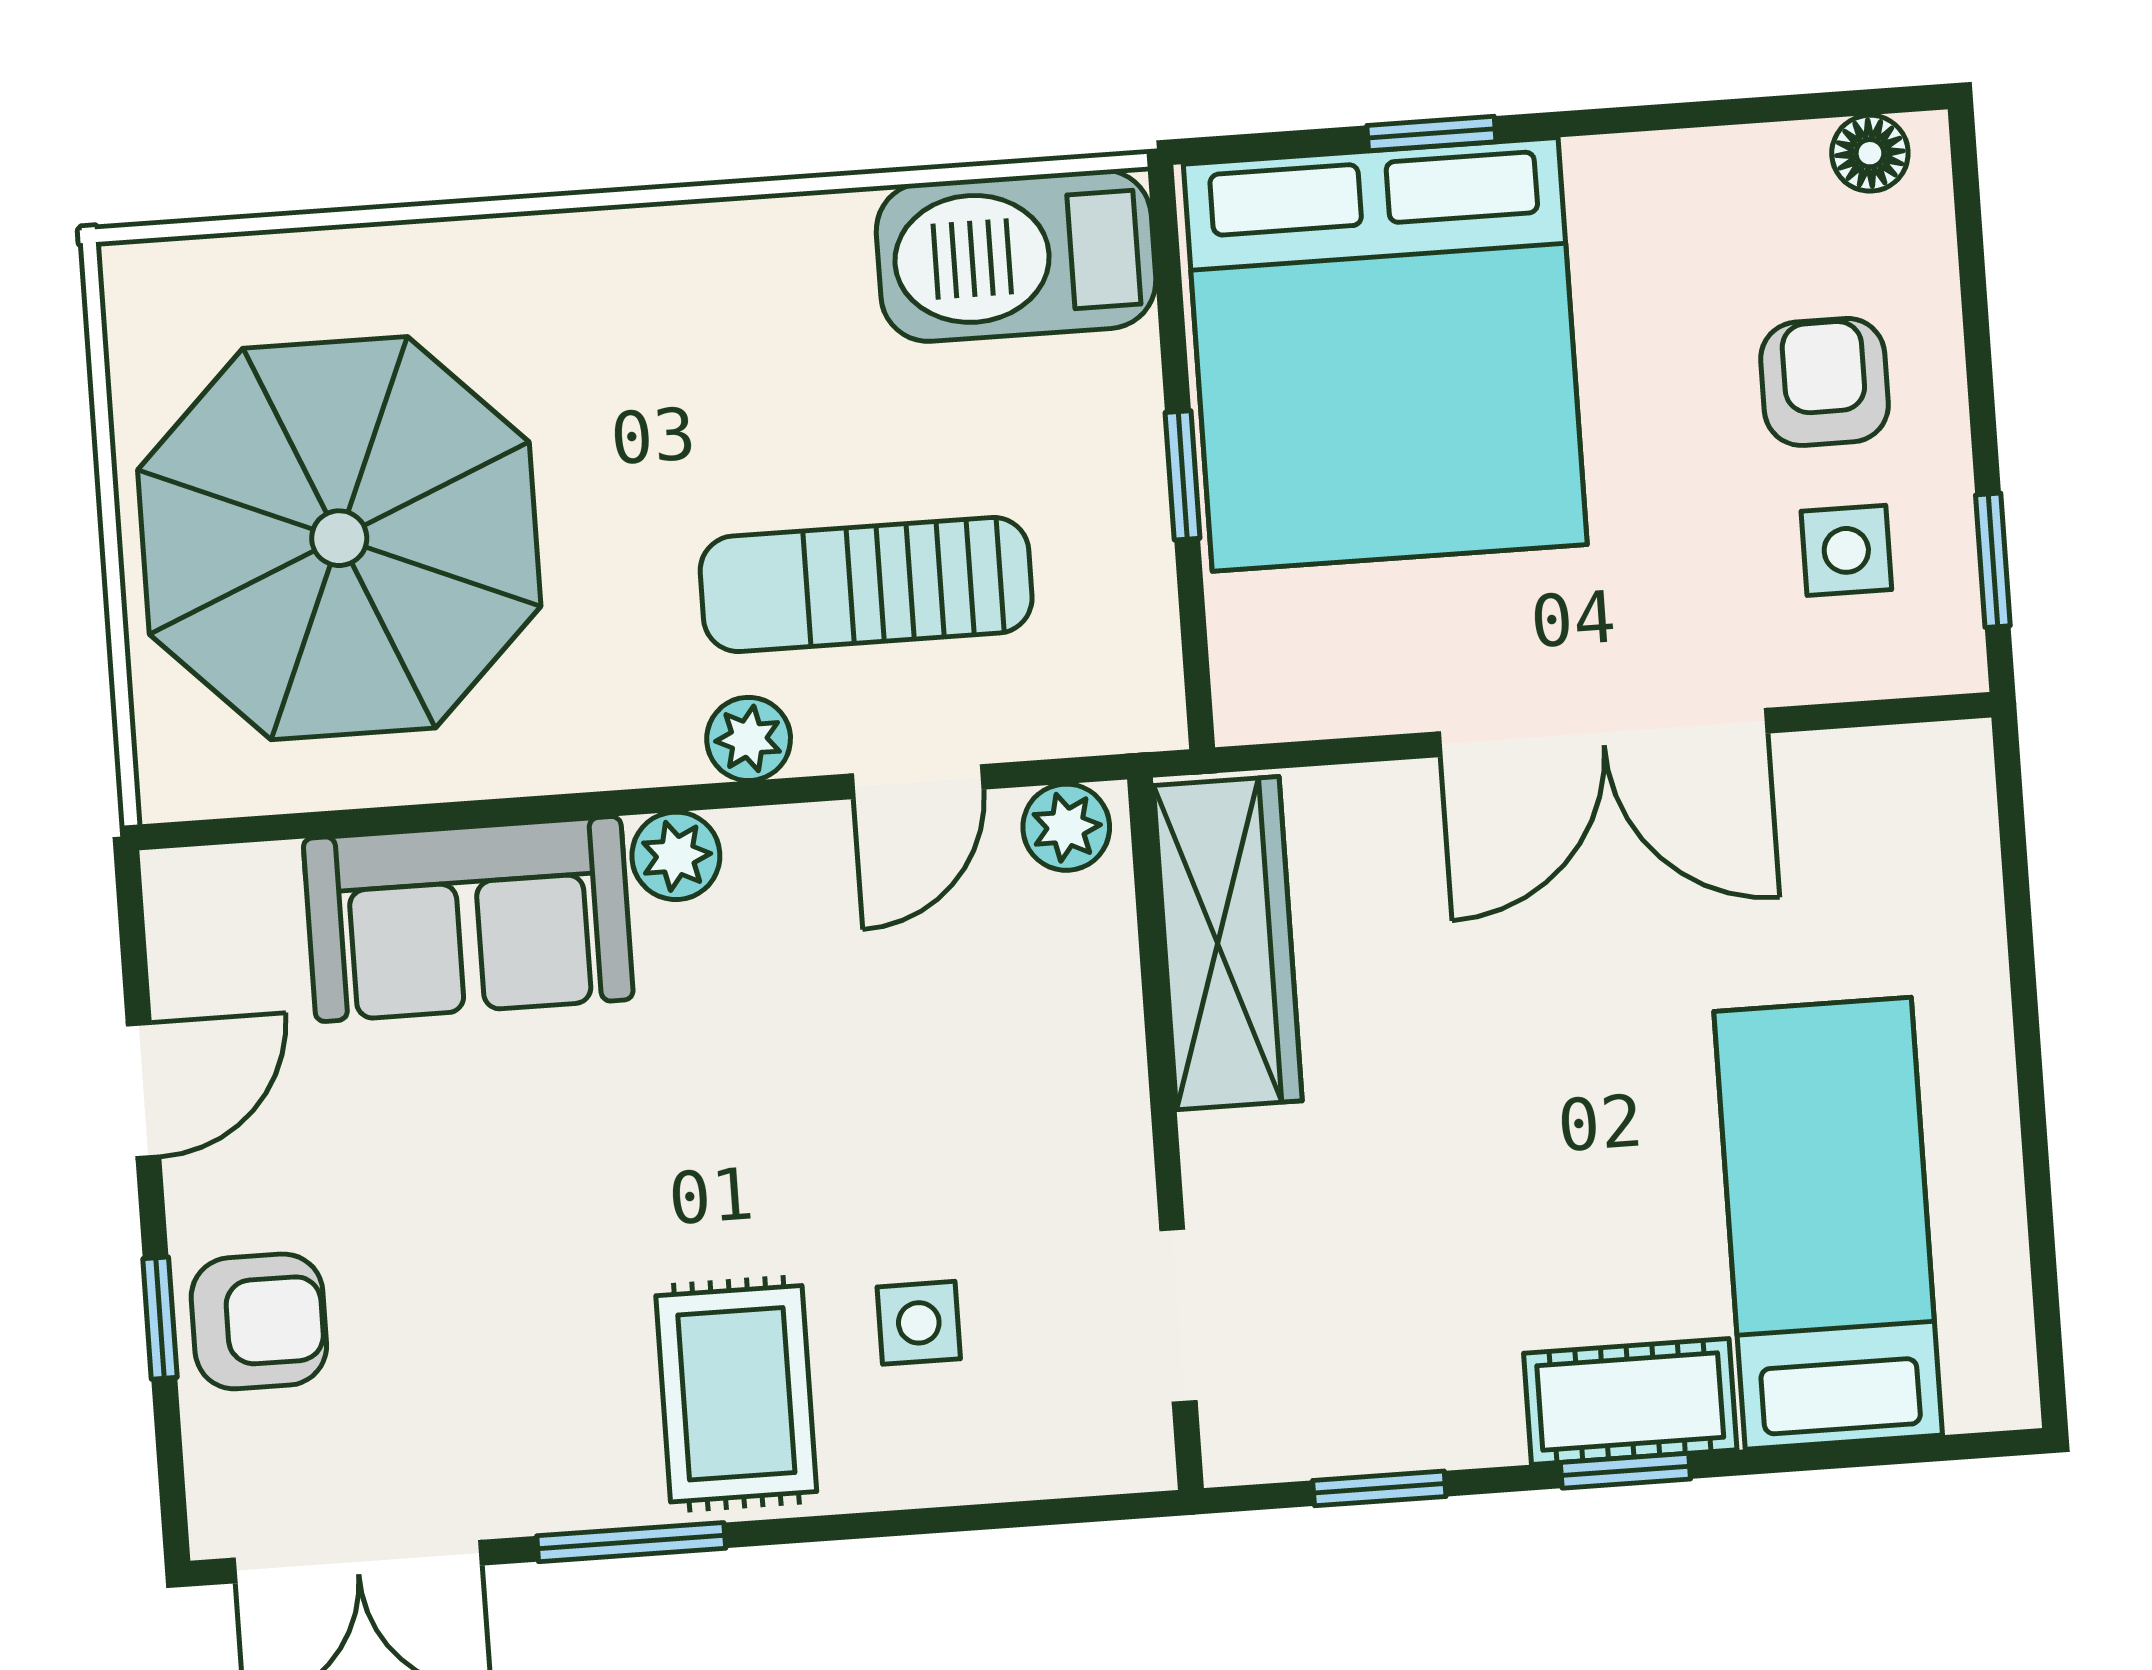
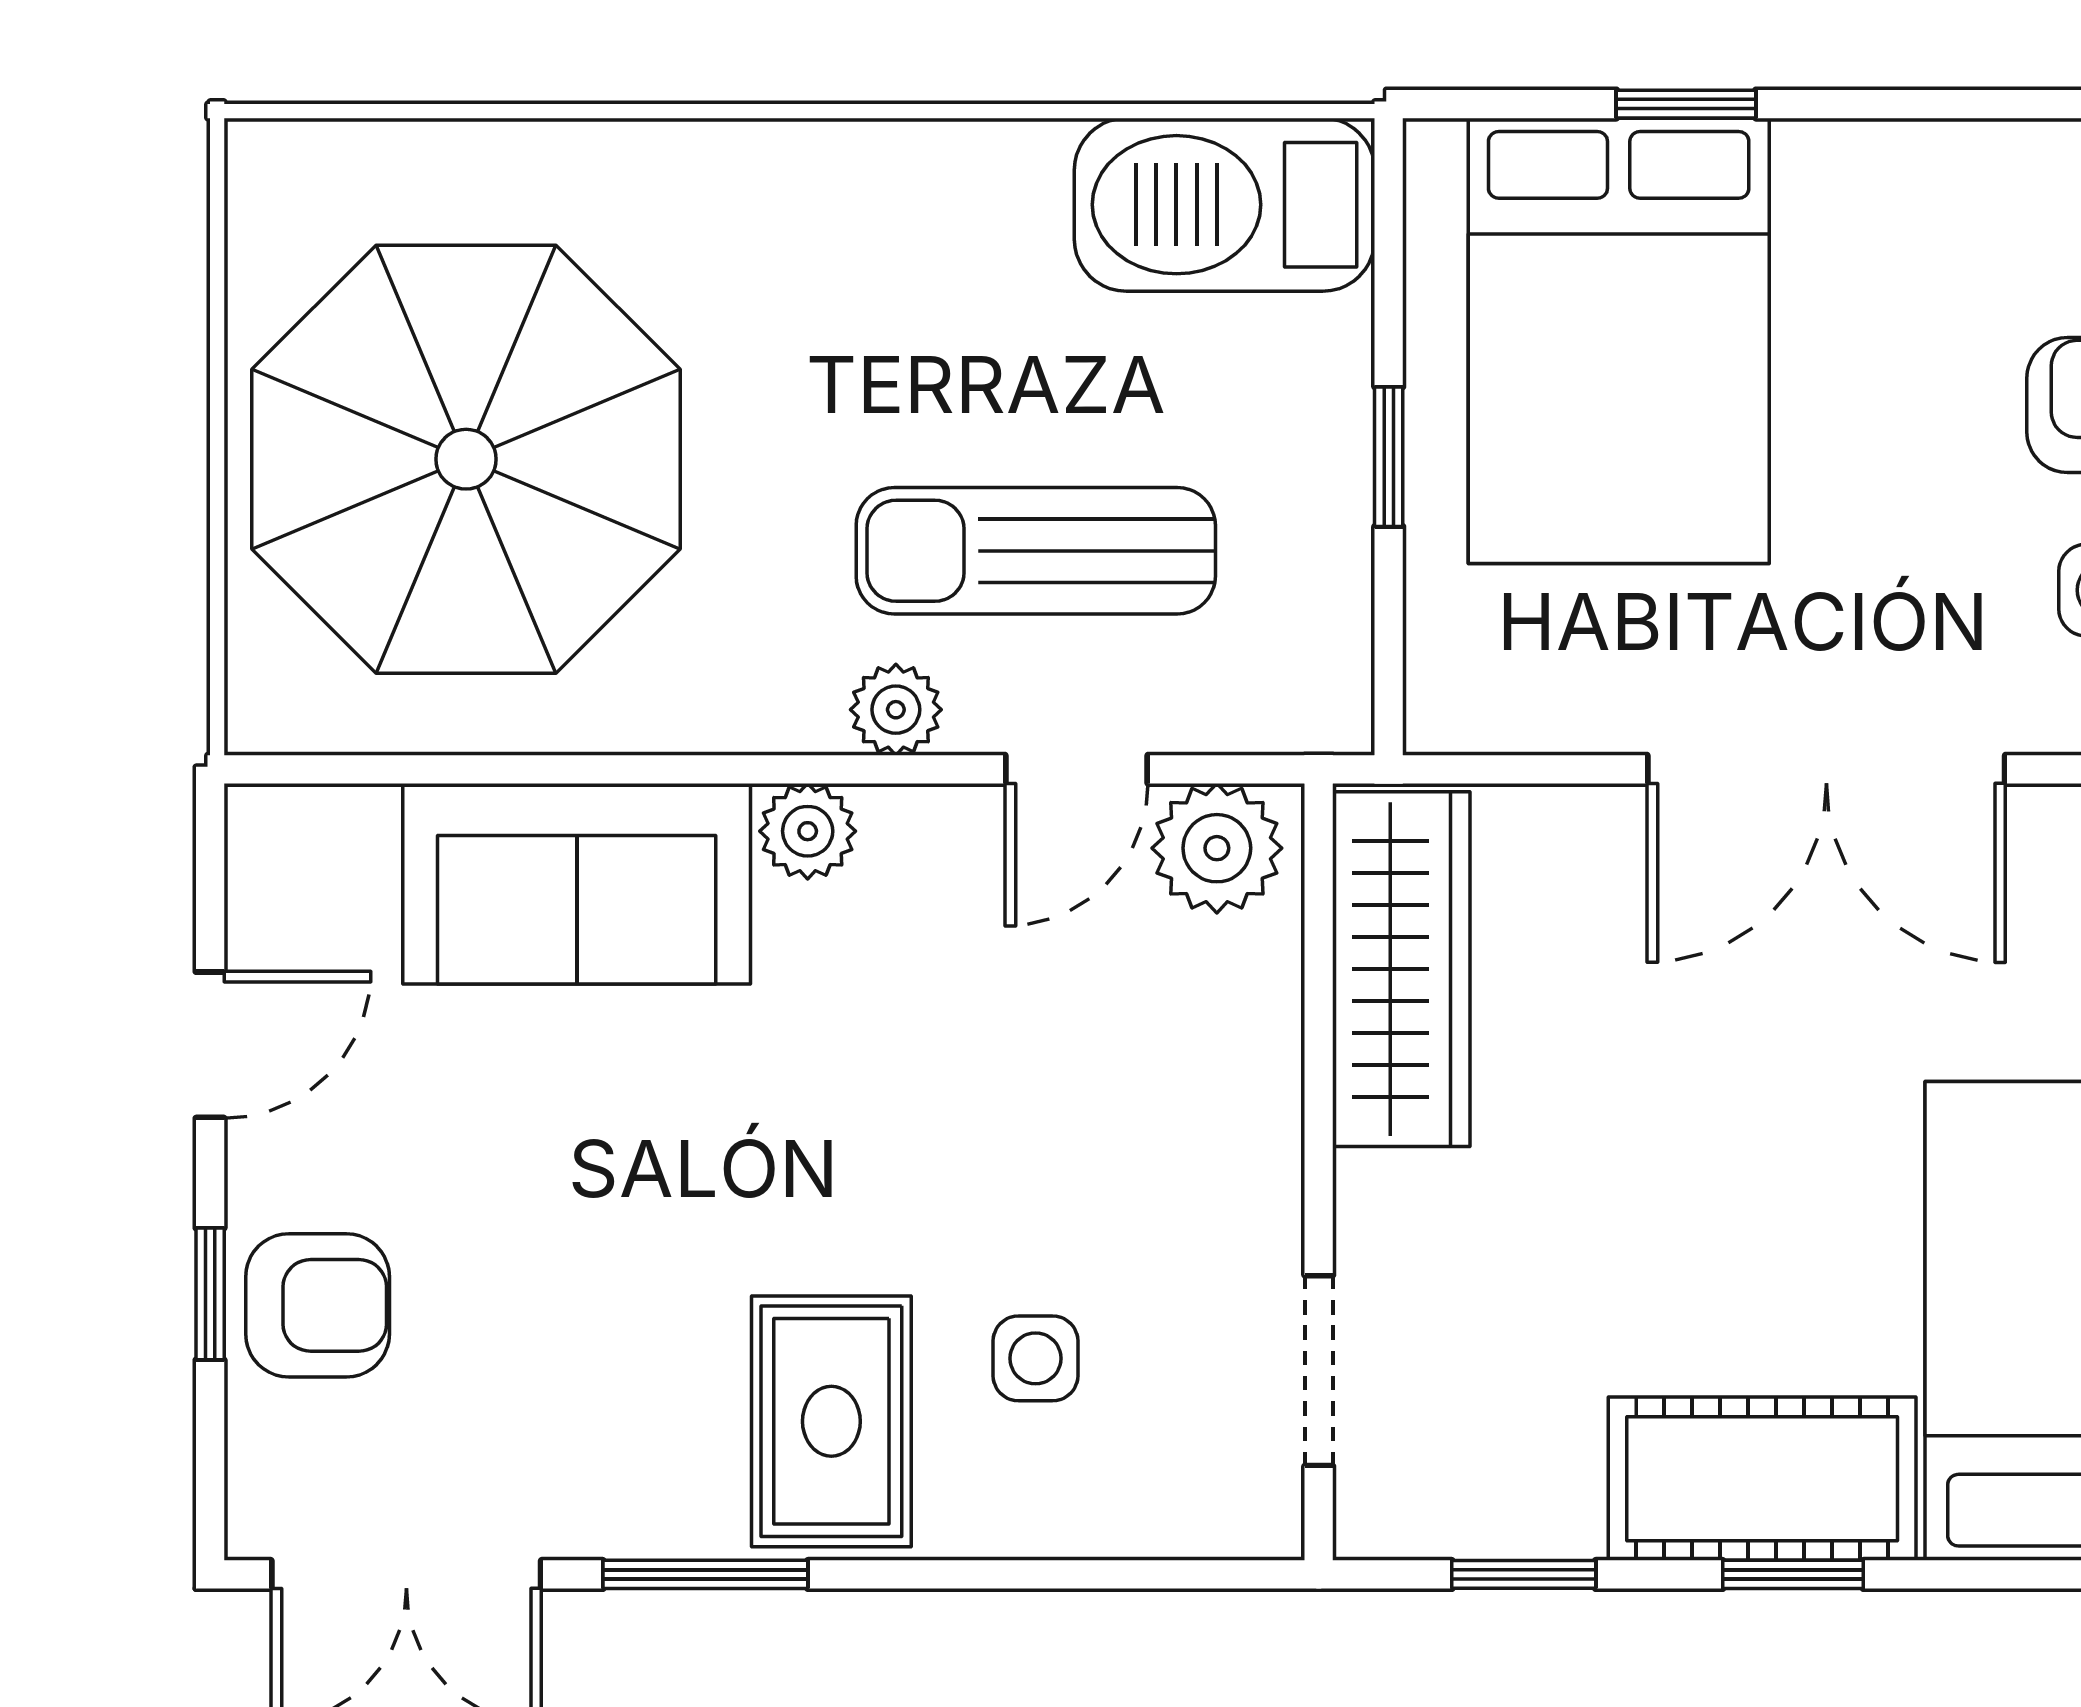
bed: (1385, 354) -> (1619, 341), width x0.73
plant: (1066, 827) -> (1217, 848), width x1.38, depth x1.38
cot: (1630, 1401) -> (1762, 1479), width x1.37, depth x1.34

